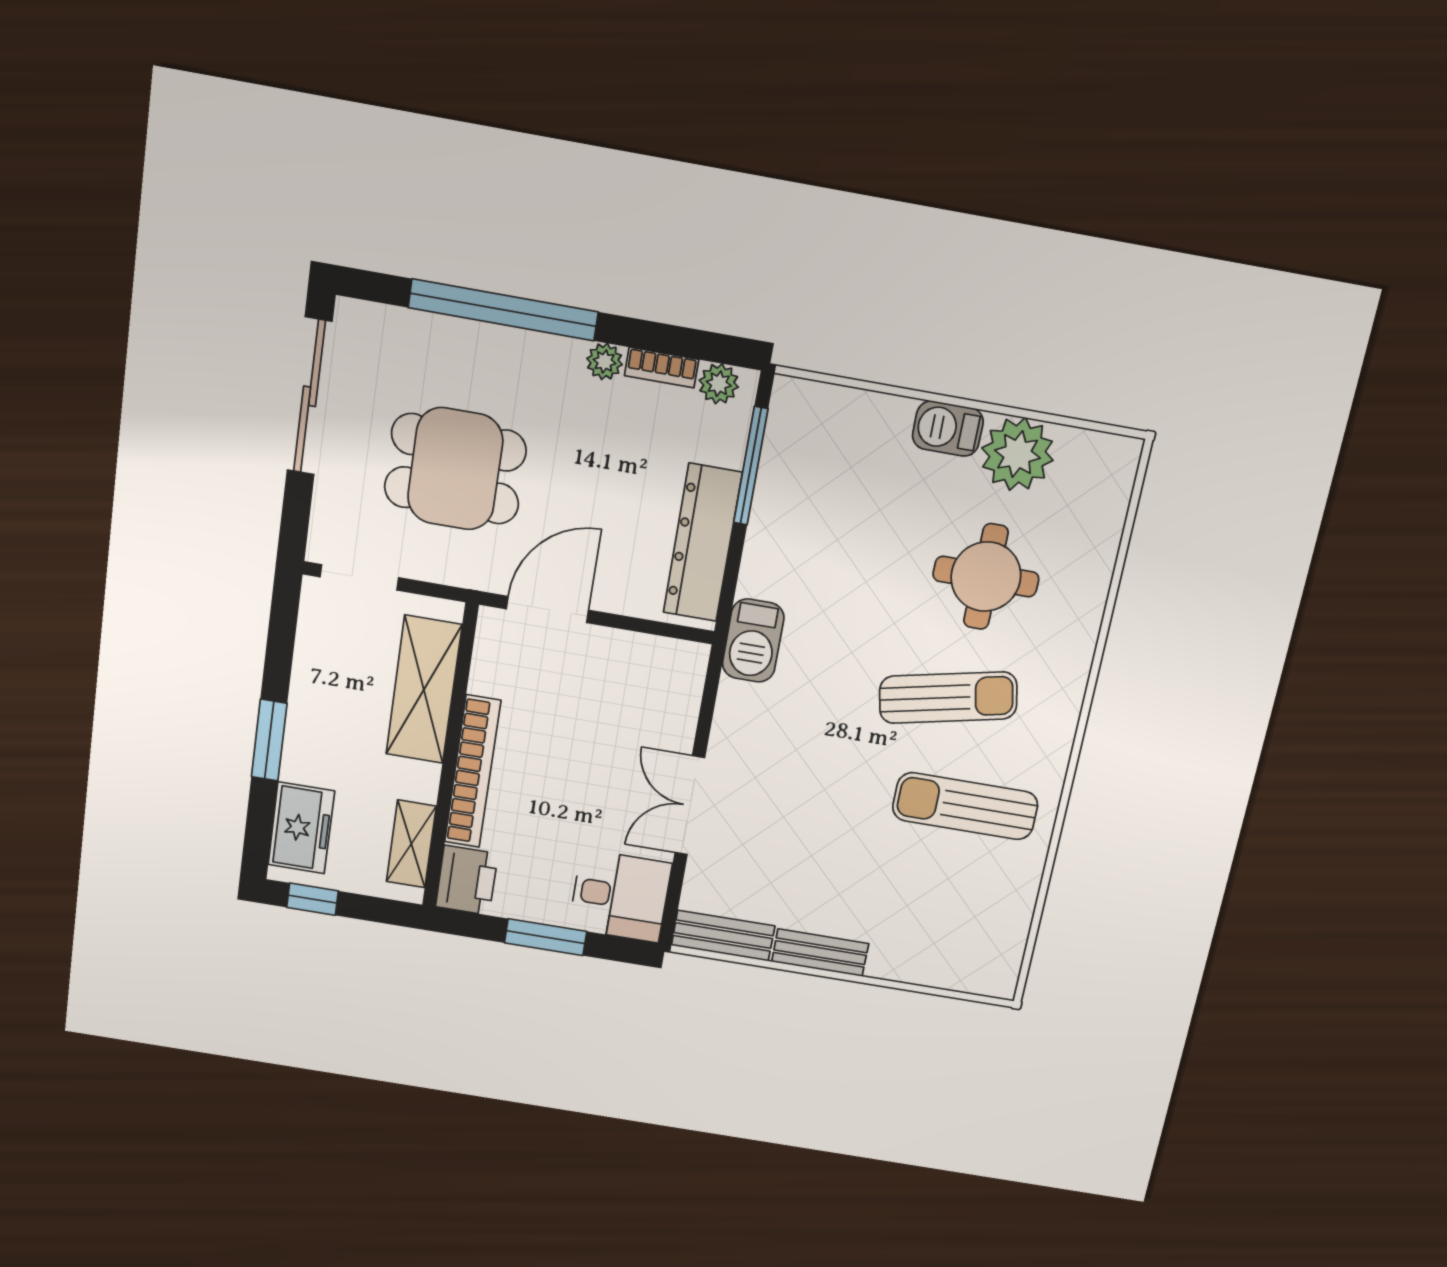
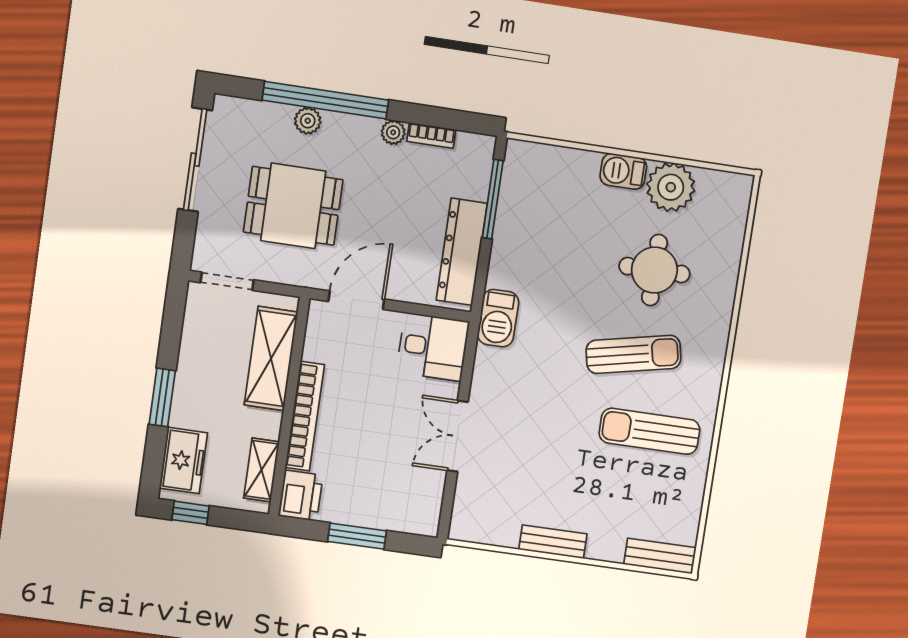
plant: (719, 384) -> (308, 121), moved
desk: (620, 896) -> (433, 347), moved
bench: (723, 936) -> (660, 556), moved

